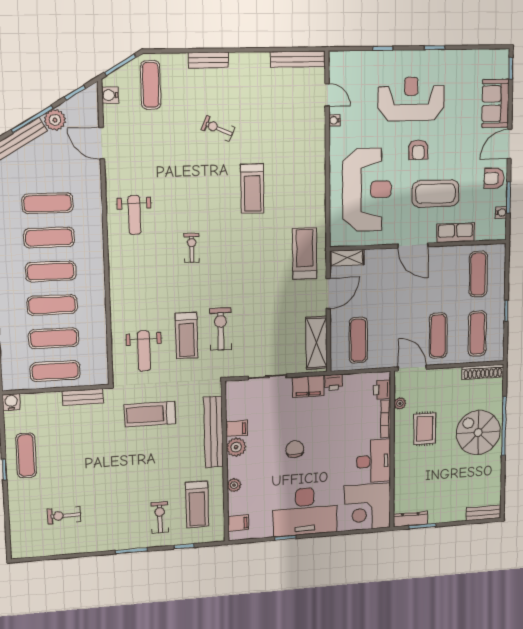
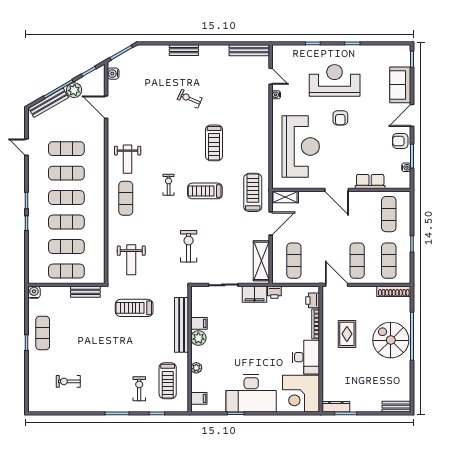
exercise mat: (151, 85) -> (126, 198), moved
coffee table: (435, 194) -> (354, 151), removed
treadmill: (187, 336) -> (205, 191), moved, turned 90
plant: (400, 403) -> (327, 312), removed
chair: (295, 449) -> (244, 343), removed

